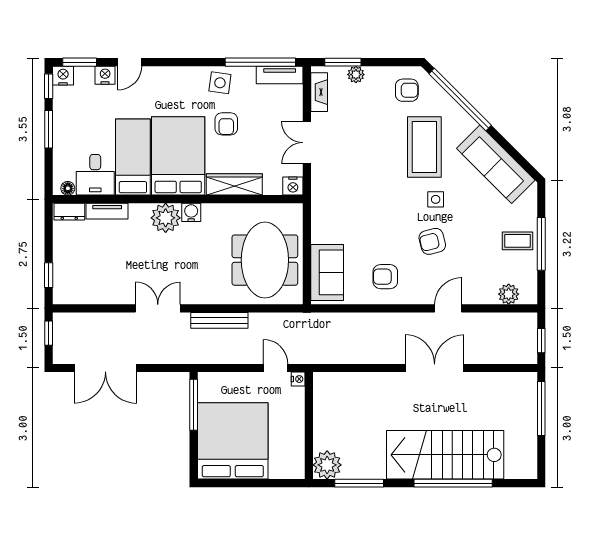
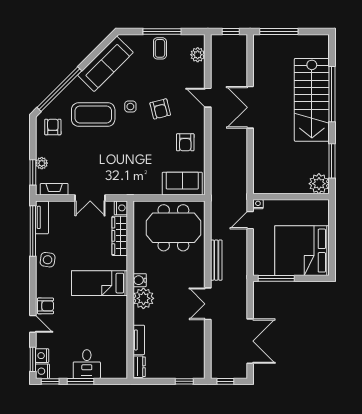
nightstand: (105, 75) -> (42, 356), moved
armchair: (226, 124) -> (45, 306), moved
bed: (178, 156) -> (99, 283), width x0.67
bed: (133, 157) -> (100, 322), removed
desk: (95, 175) -> (87, 364), moved, turned 90
wardrobe: (234, 184) -> (120, 236), moved
floor lamp: (68, 188) -> (122, 368), removed

